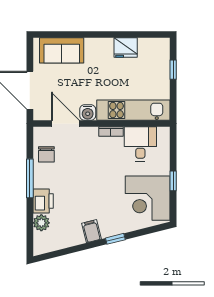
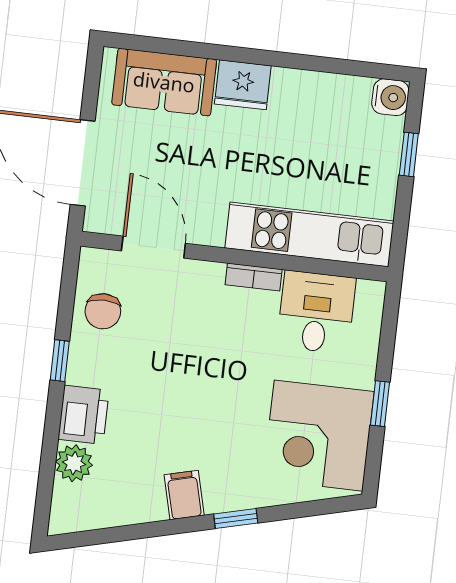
fridge: (126, 48) -> (243, 85), moved
water cooler: (88, 113) -> (390, 97), moved, turned -90
window: (30, 178) -> (60, 361), width x0.46

